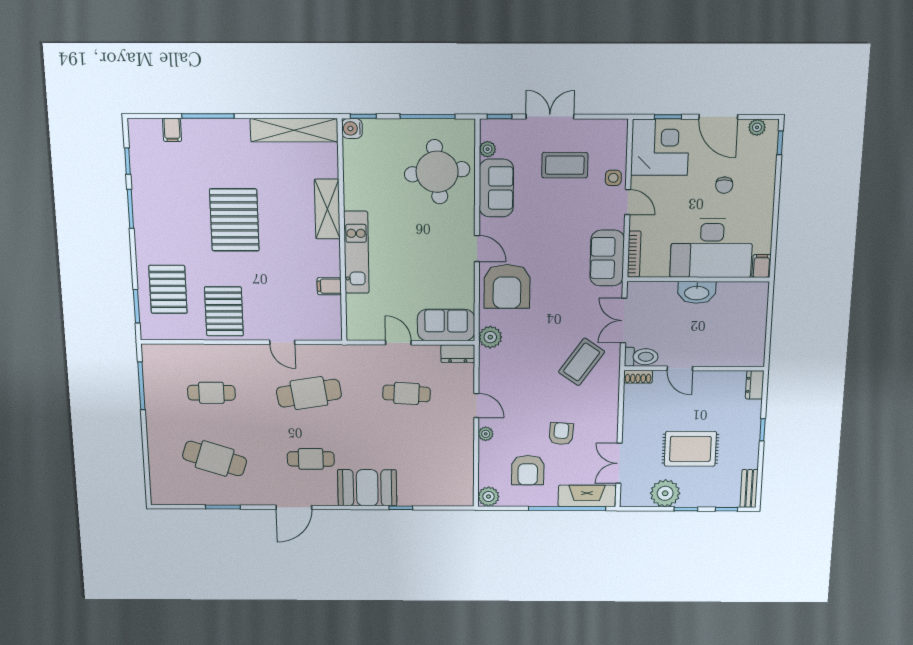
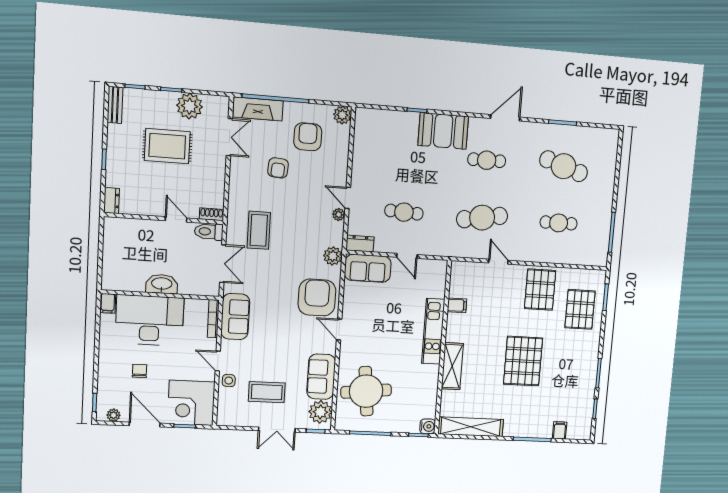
plant: (488, 149) -> (320, 412), width x1.87, depth x1.87
coffee table: (582, 362) -> (259, 230), turned -35
plant: (486, 434) -> (339, 215), moved

